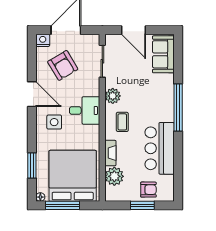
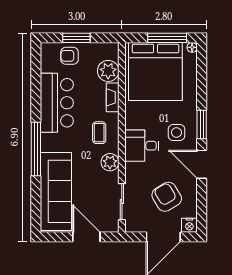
sofa: (163, 54) -> (56, 191), width x1.85, depth x1.27
window: (32, 166) -> (202, 125), moved

